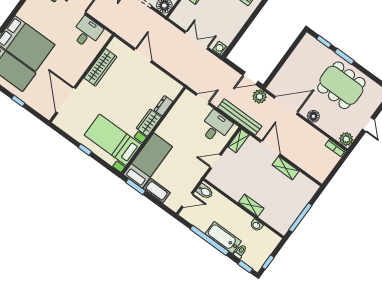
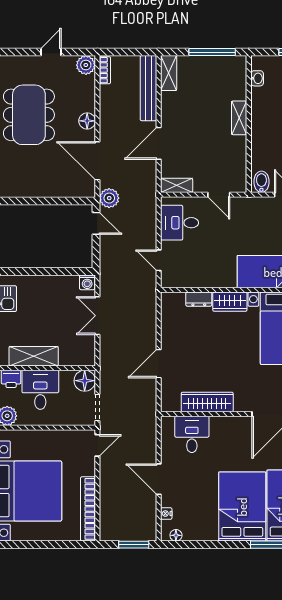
desk: (87, 32) -> (192, 434), moved, turned 90
bench: (240, 117) -> (148, 88), moved
shelving: (285, 168) -> (169, 73), moved
washbasin: (256, 225) -> (257, 78), moved

